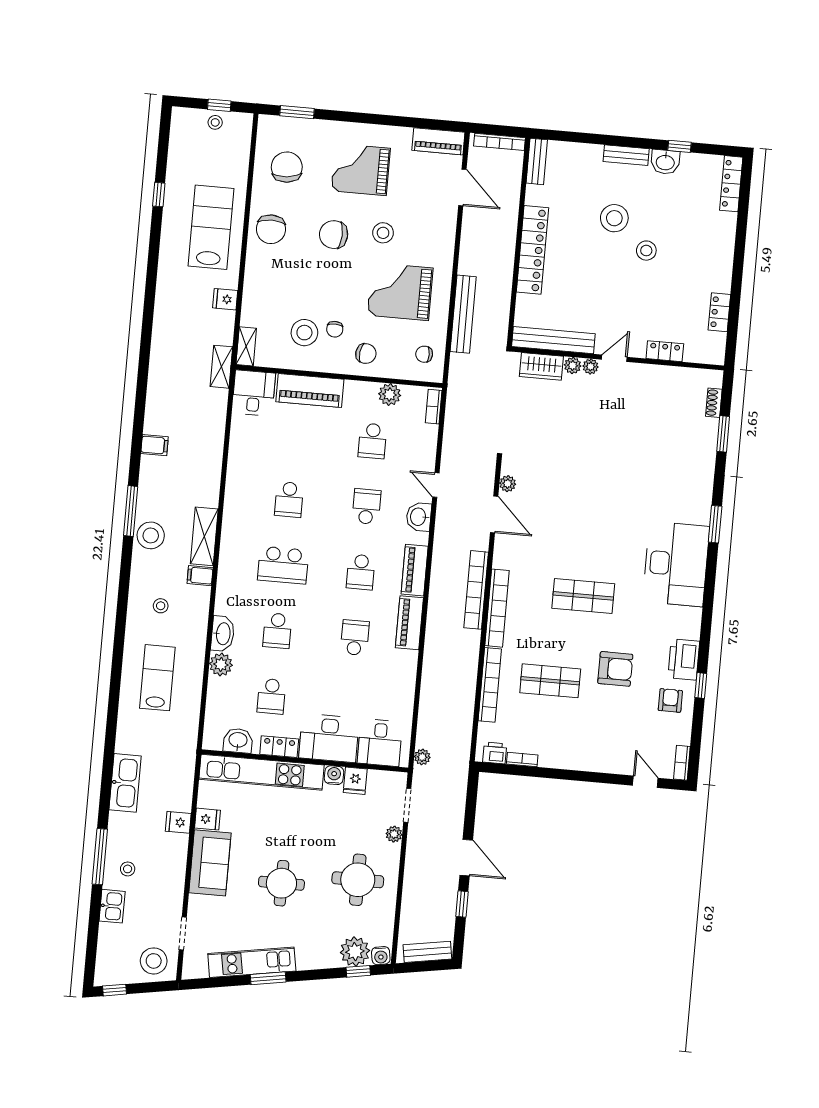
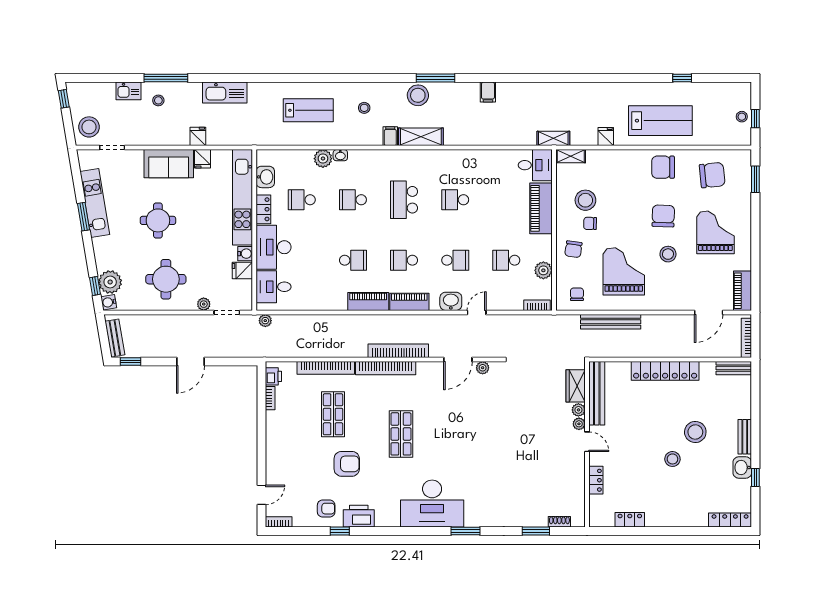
washbasin: (223, 634) -> (340, 155), width x0.52, depth x0.69
armchair: (615, 669) -> (347, 464), turned -90
window: (462, 904) -> (131, 362), moved

